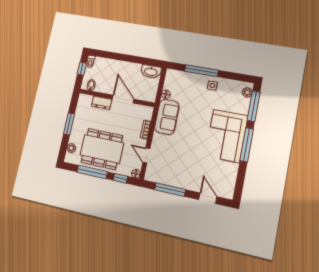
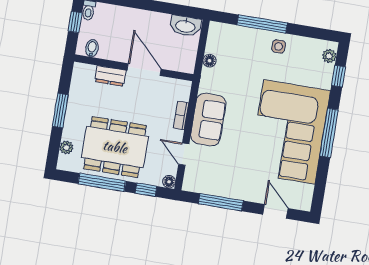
window: (254, 106) -> (338, 76), width x0.46
sofa: (167, 117) -> (208, 119), moved
corner sofa: (226, 136) -> (289, 132), width x1.36, depth x1.36

